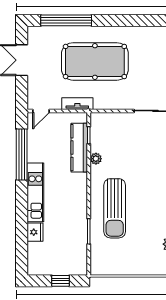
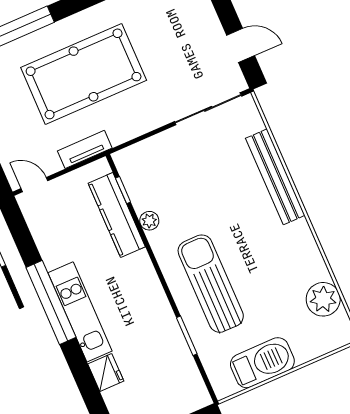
door: (41, 111) -> (34, 185), swing flipped
window: (22, 154) -> (51, 302), moved
sun lounger: (115, 208) -> (211, 284), turned 180
barbecue: (124, 265) -> (262, 363), added

